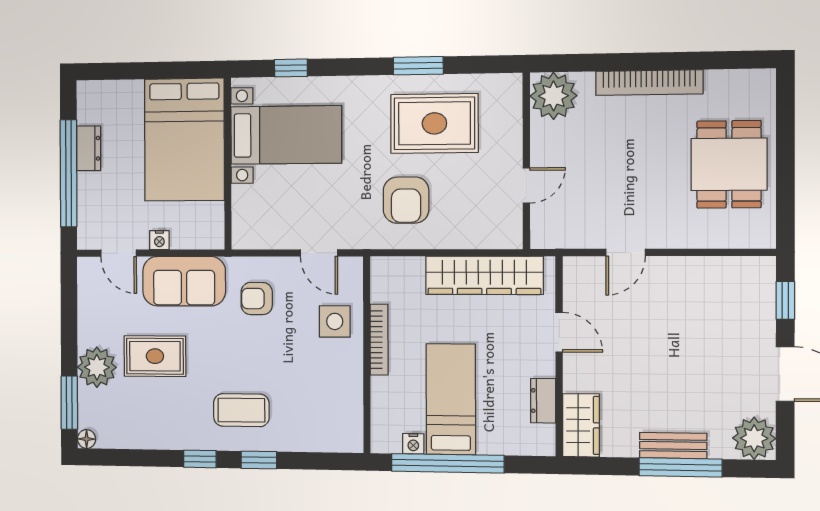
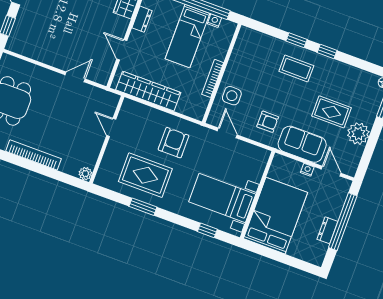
plant: (554, 96) -> (85, 174), width x0.53, depth x0.53
door: (526, 186) -> (111, 127), hinge flipped
plant: (97, 367) -> (358, 134), moved

